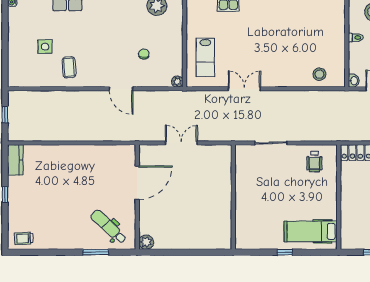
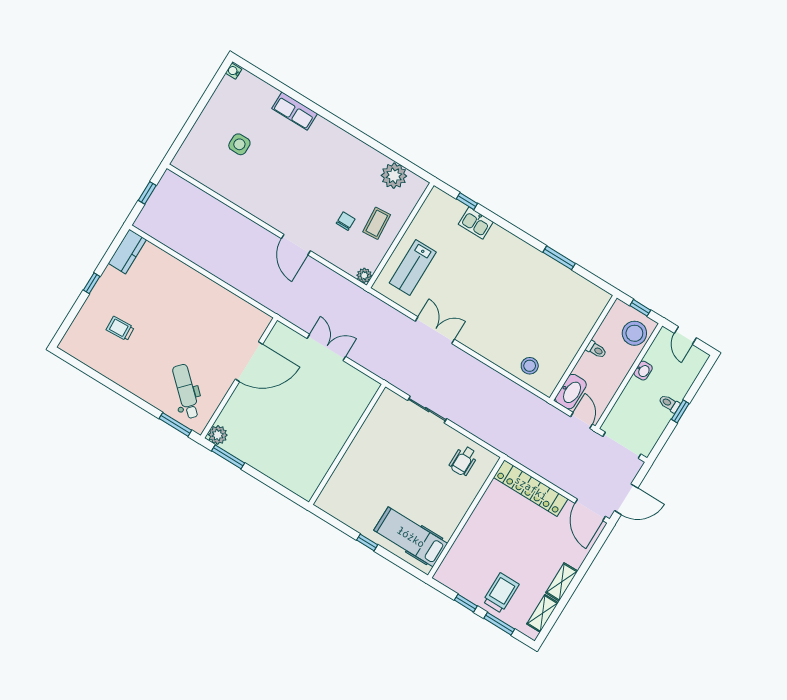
coffee table: (69, 67) -> (377, 223), moved
washbasin: (354, 81) -> (571, 392), width x1.91, depth x1.45
trolley: (24, 238) -> (120, 329), moved
window: (96, 252) -> (175, 424), moved
window: (162, 252) -> (228, 457), added

